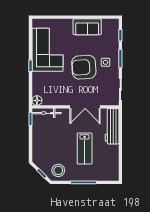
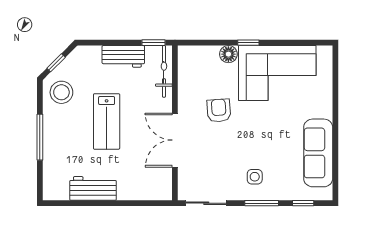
sofa: (87, 27) -> (318, 153), width x1.36
armchair: (84, 67) -> (219, 110), moved, width x0.53, depth x0.53
floor lamp: (37, 100) -> (228, 54), moved
workbench: (112, 126) -> (93, 188), moved, width x0.73
workbench: (38, 136) -> (123, 56), added
lab bench: (85, 149) -> (107, 121), moved, turned -90

